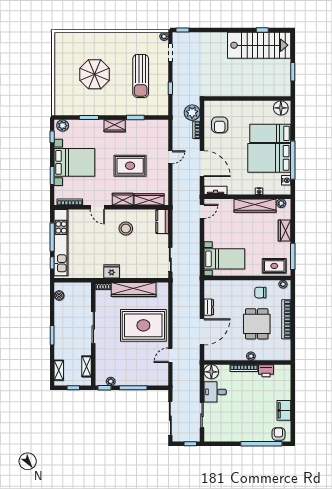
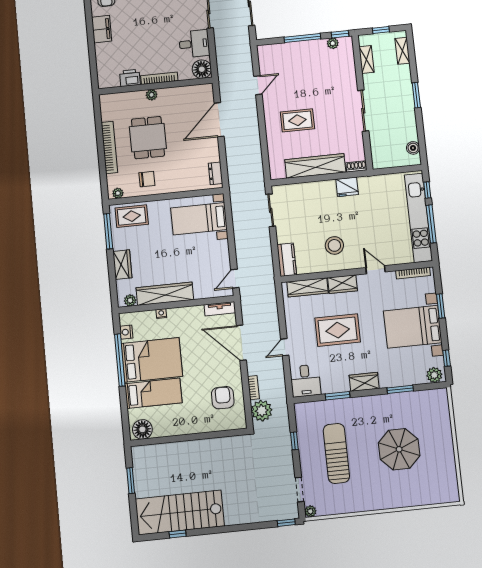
desk: (158, 131) -> (305, 381), added
dresser: (209, 307) -> (215, 173), moved
rug: (143, 325) -> (297, 120), width x0.54, depth x0.49

